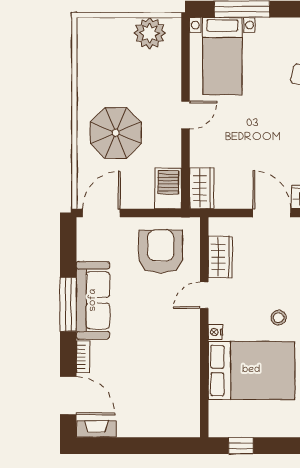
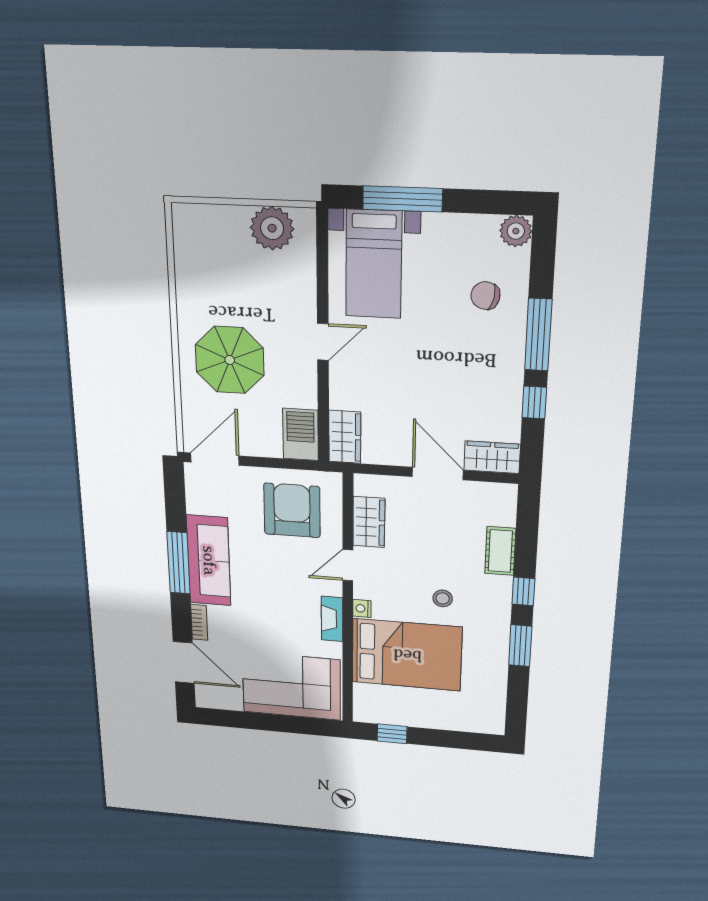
corner sofa: (158, 409) -> (291, 686), added
fireplace: (96, 429) -> (332, 619), moved, turned -90

